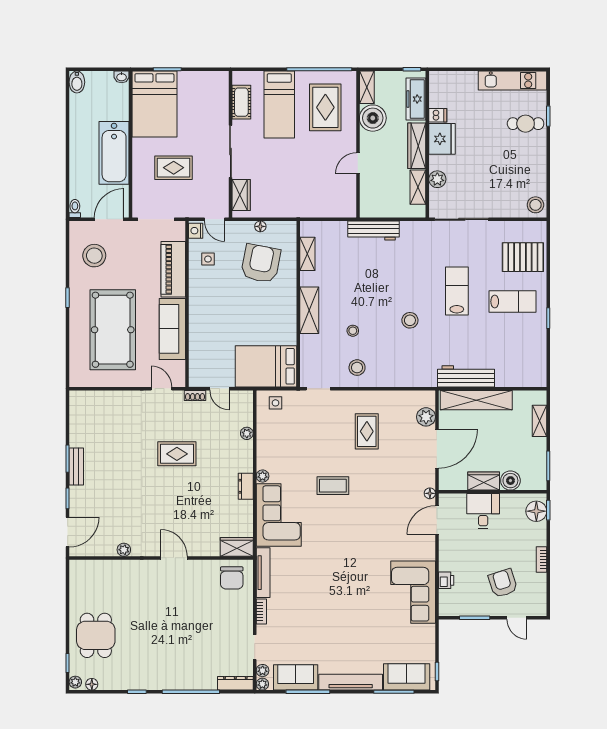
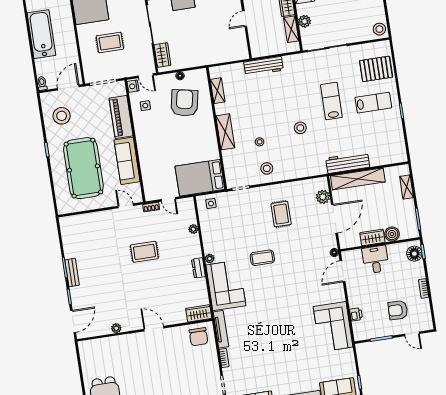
bathtub: (114, 153) -> (41, 34), moved, turned 180
armchair: (503, 583) -> (398, 310), turned -70

